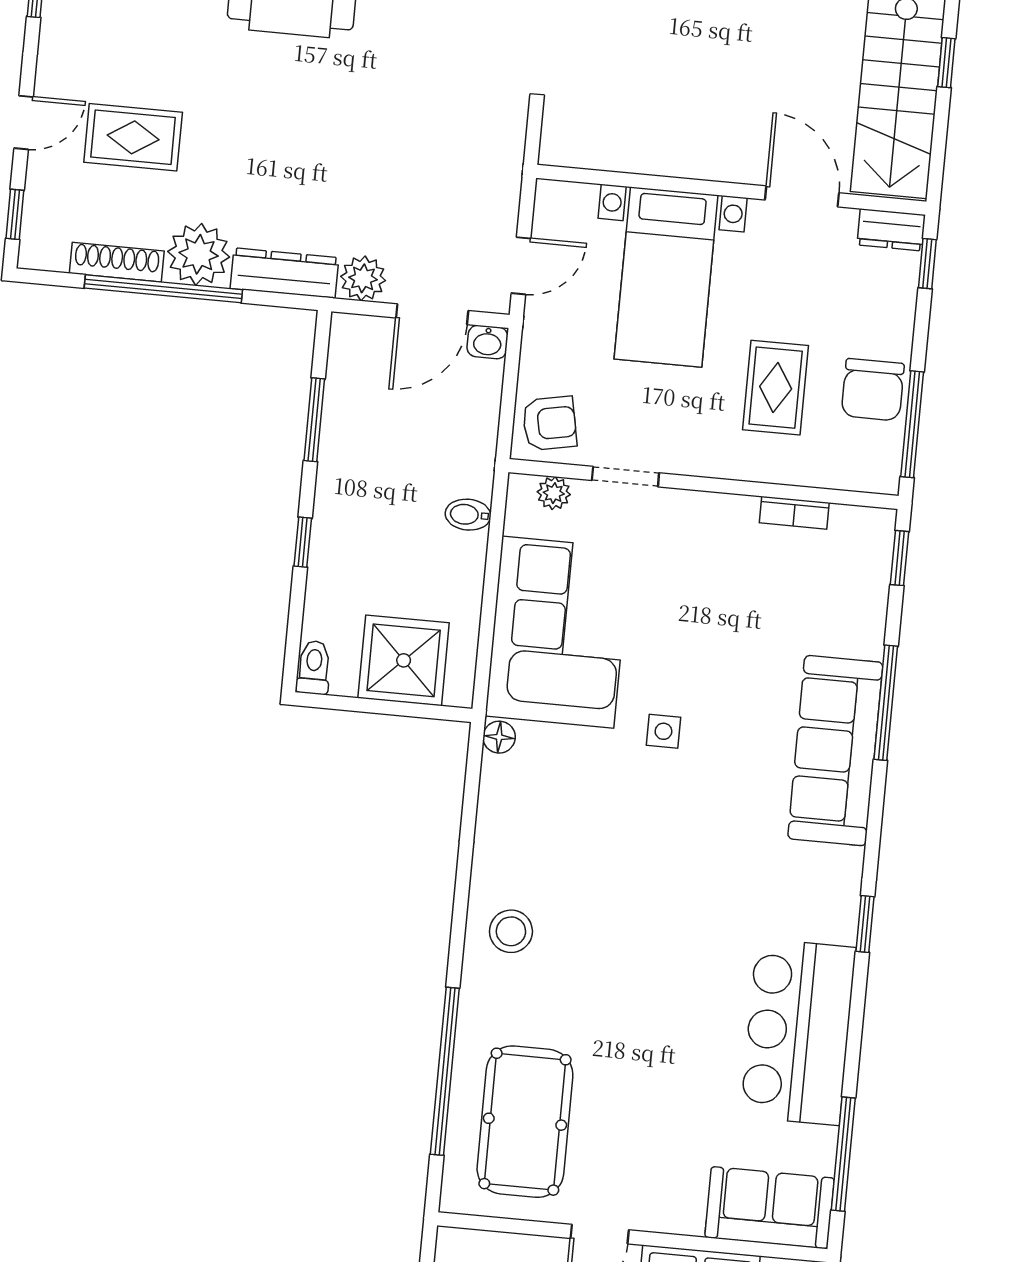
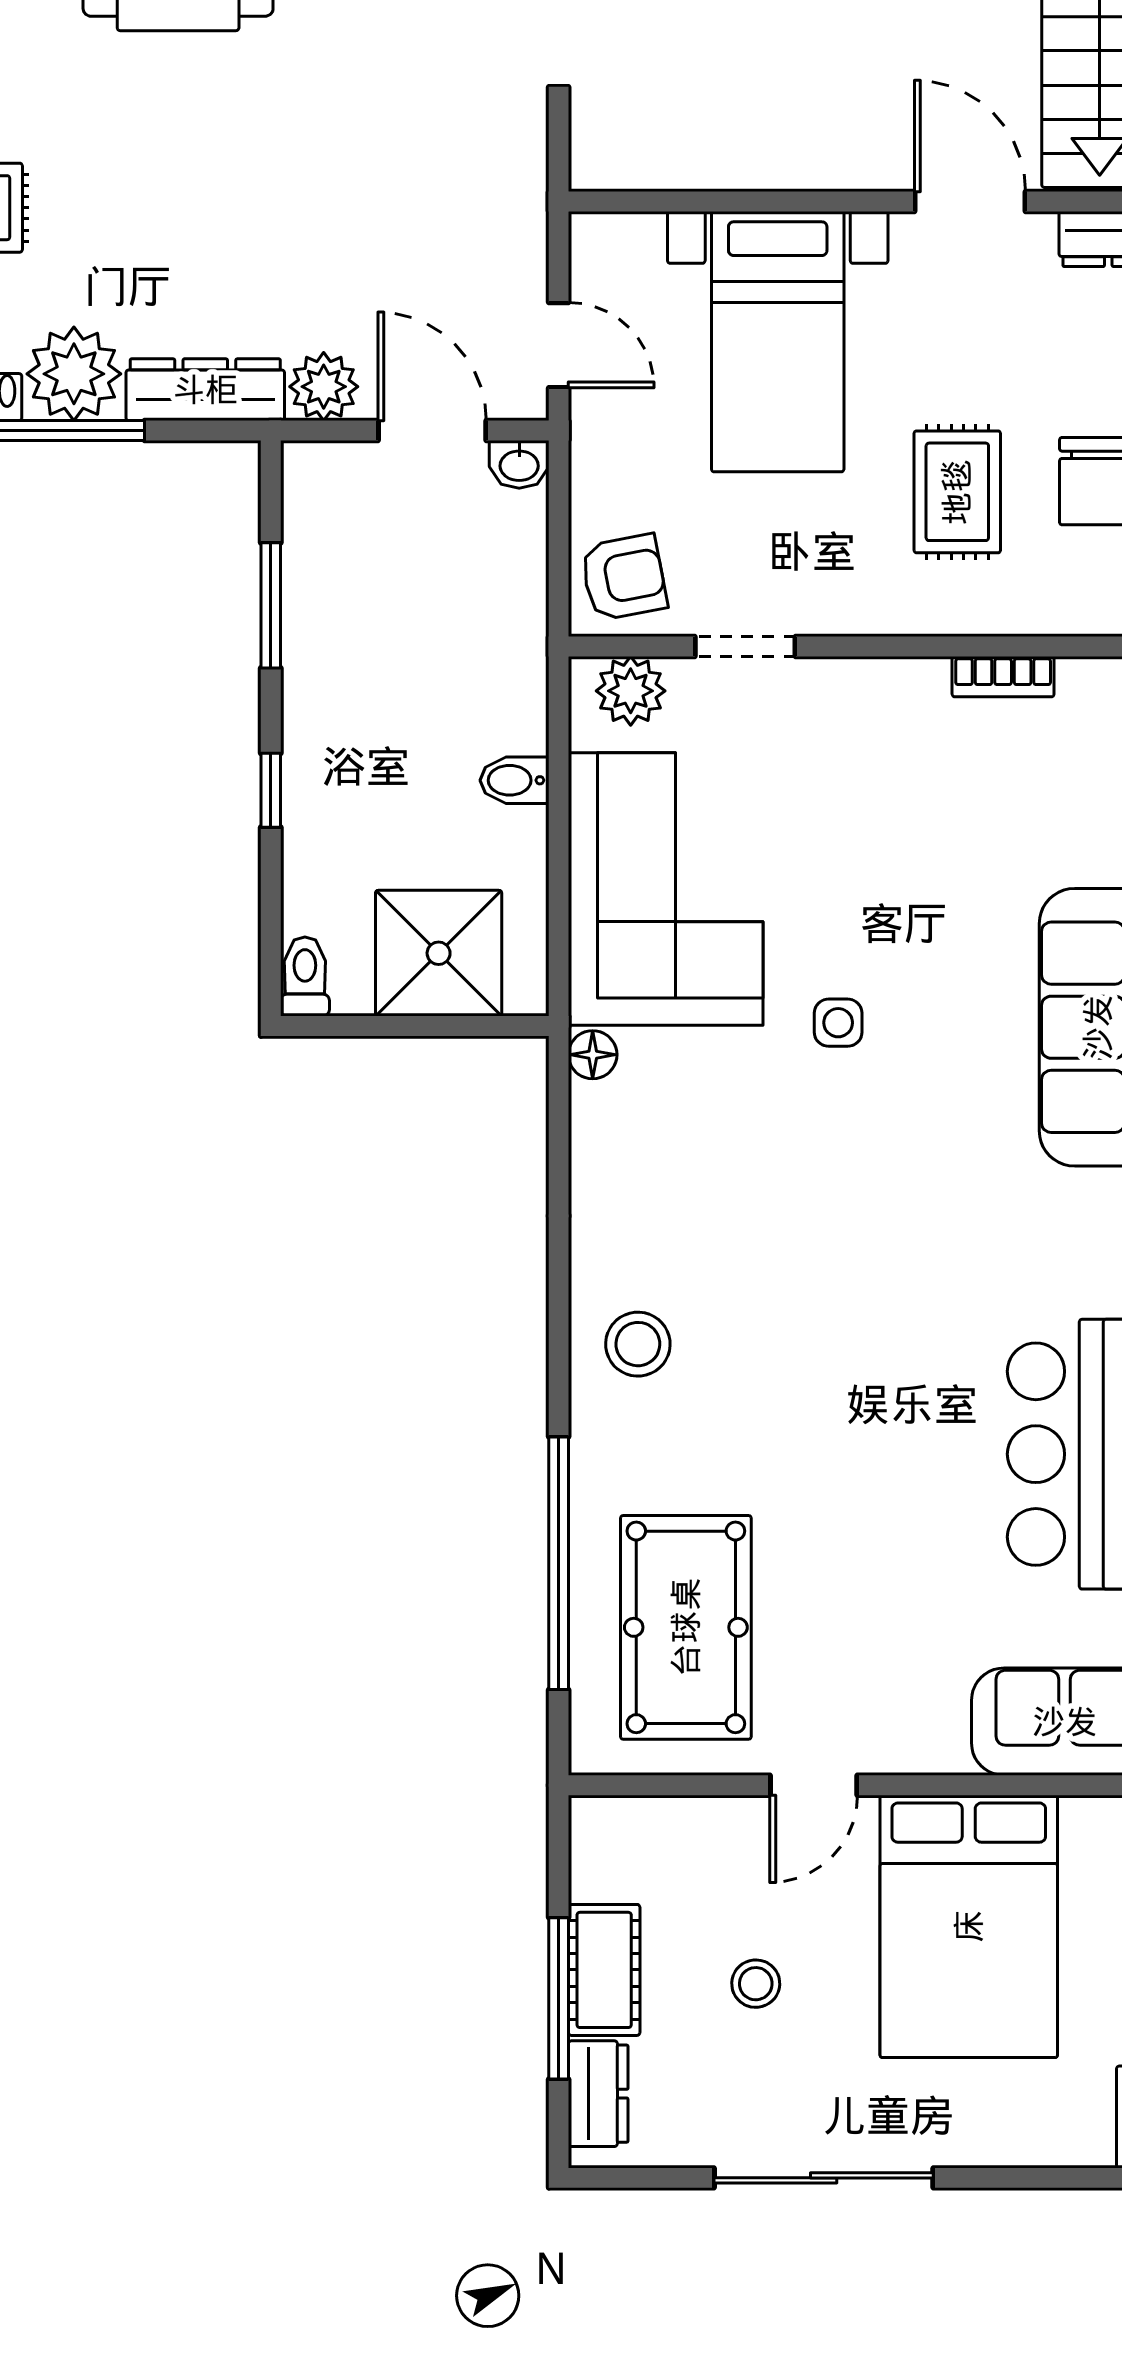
door: (521, 266) -> (559, 345), hinge flipped
door: (432, 314) -> (432, 431), swing flipped
plant: (554, 493) -> (631, 691), width x1.38, depth x1.38
bidet: (468, 515) -> (514, 780), moved

